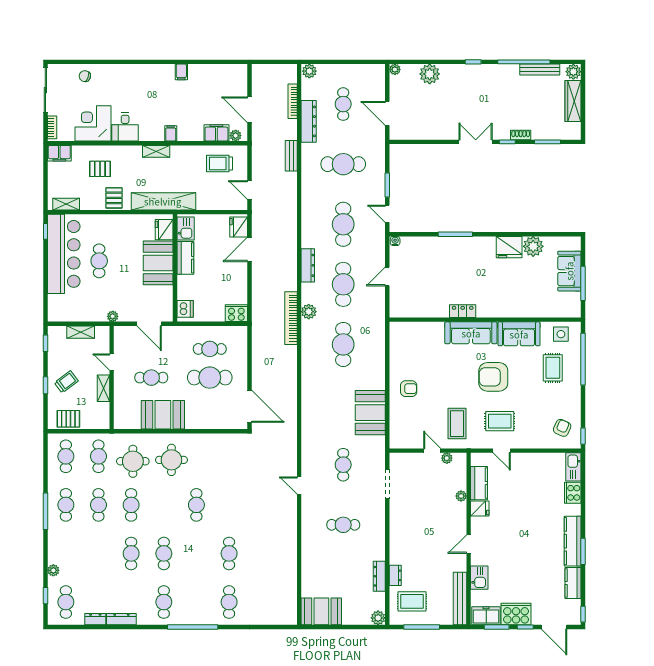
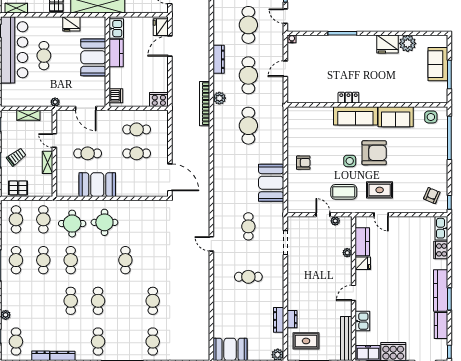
fridge: (164, 230) -> (71, 24), moved, turned -90
rug: (553, 368) -> (424, 145), removed
armchair: (493, 377) -> (374, 153), turned 180
cafe table: (210, 378) -> (137, 153), width x0.73, depth x0.74
side table: (464, 387) -> (350, 161), added
coffee table: (457, 424) -> (344, 192), turned 90

